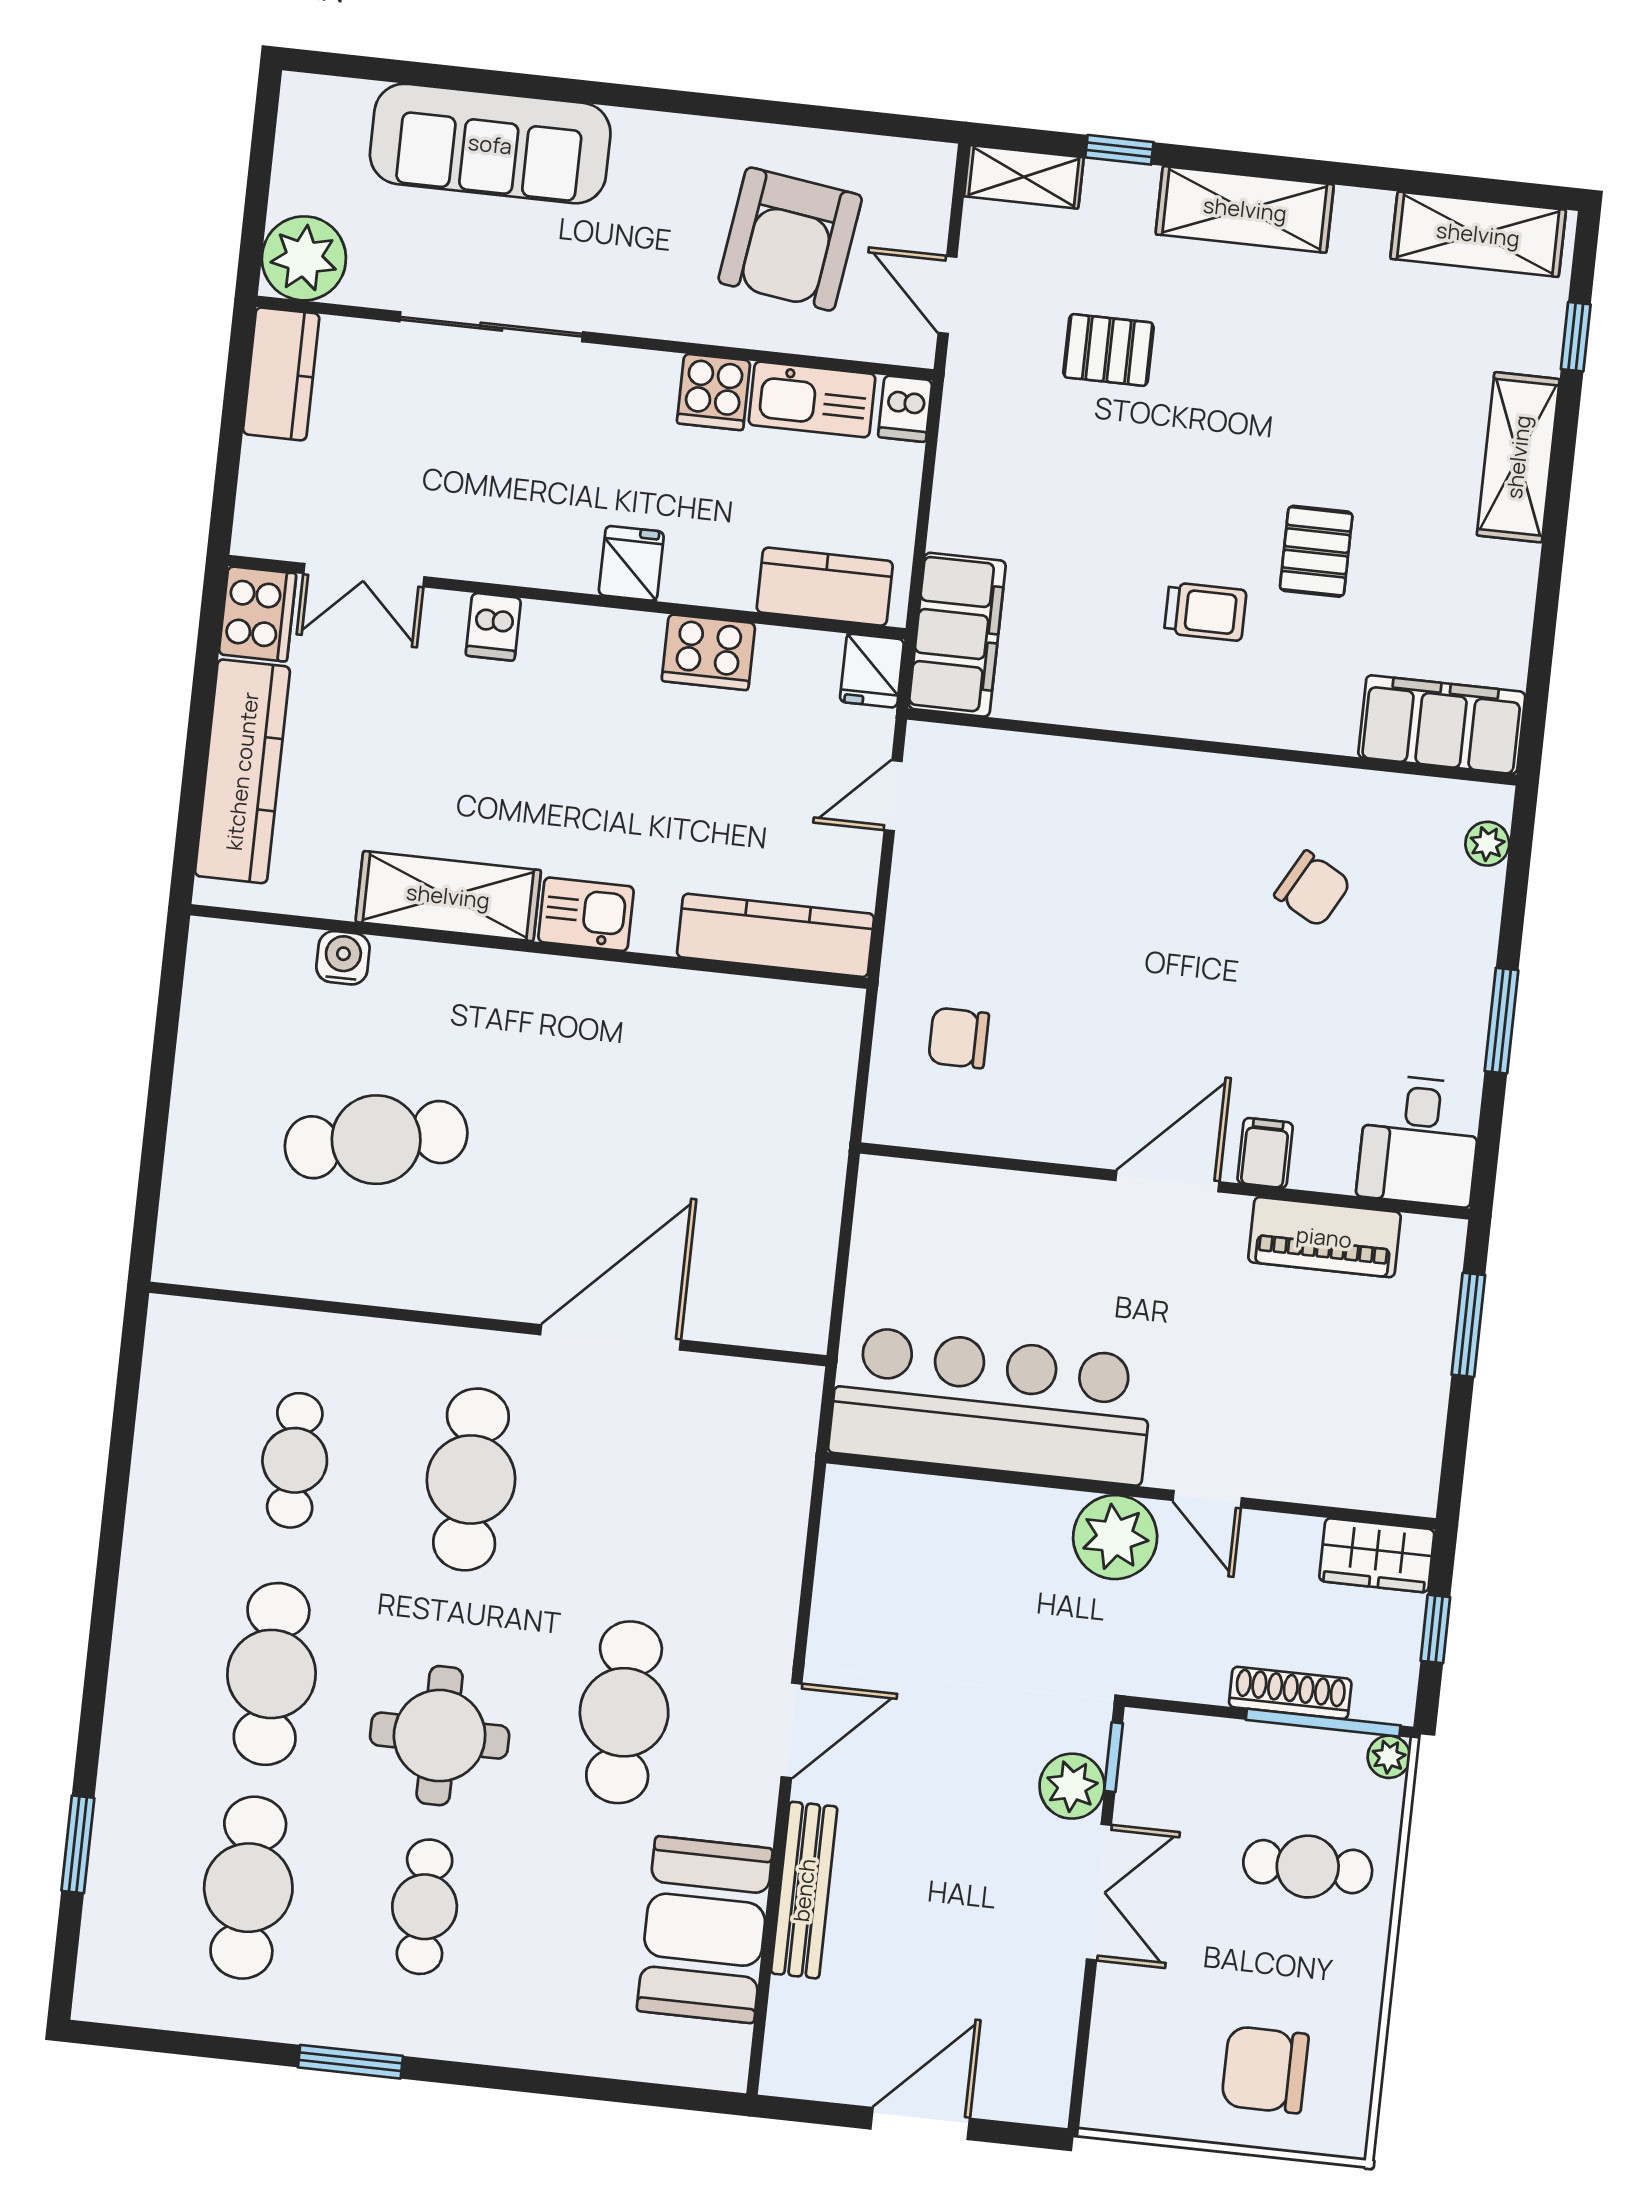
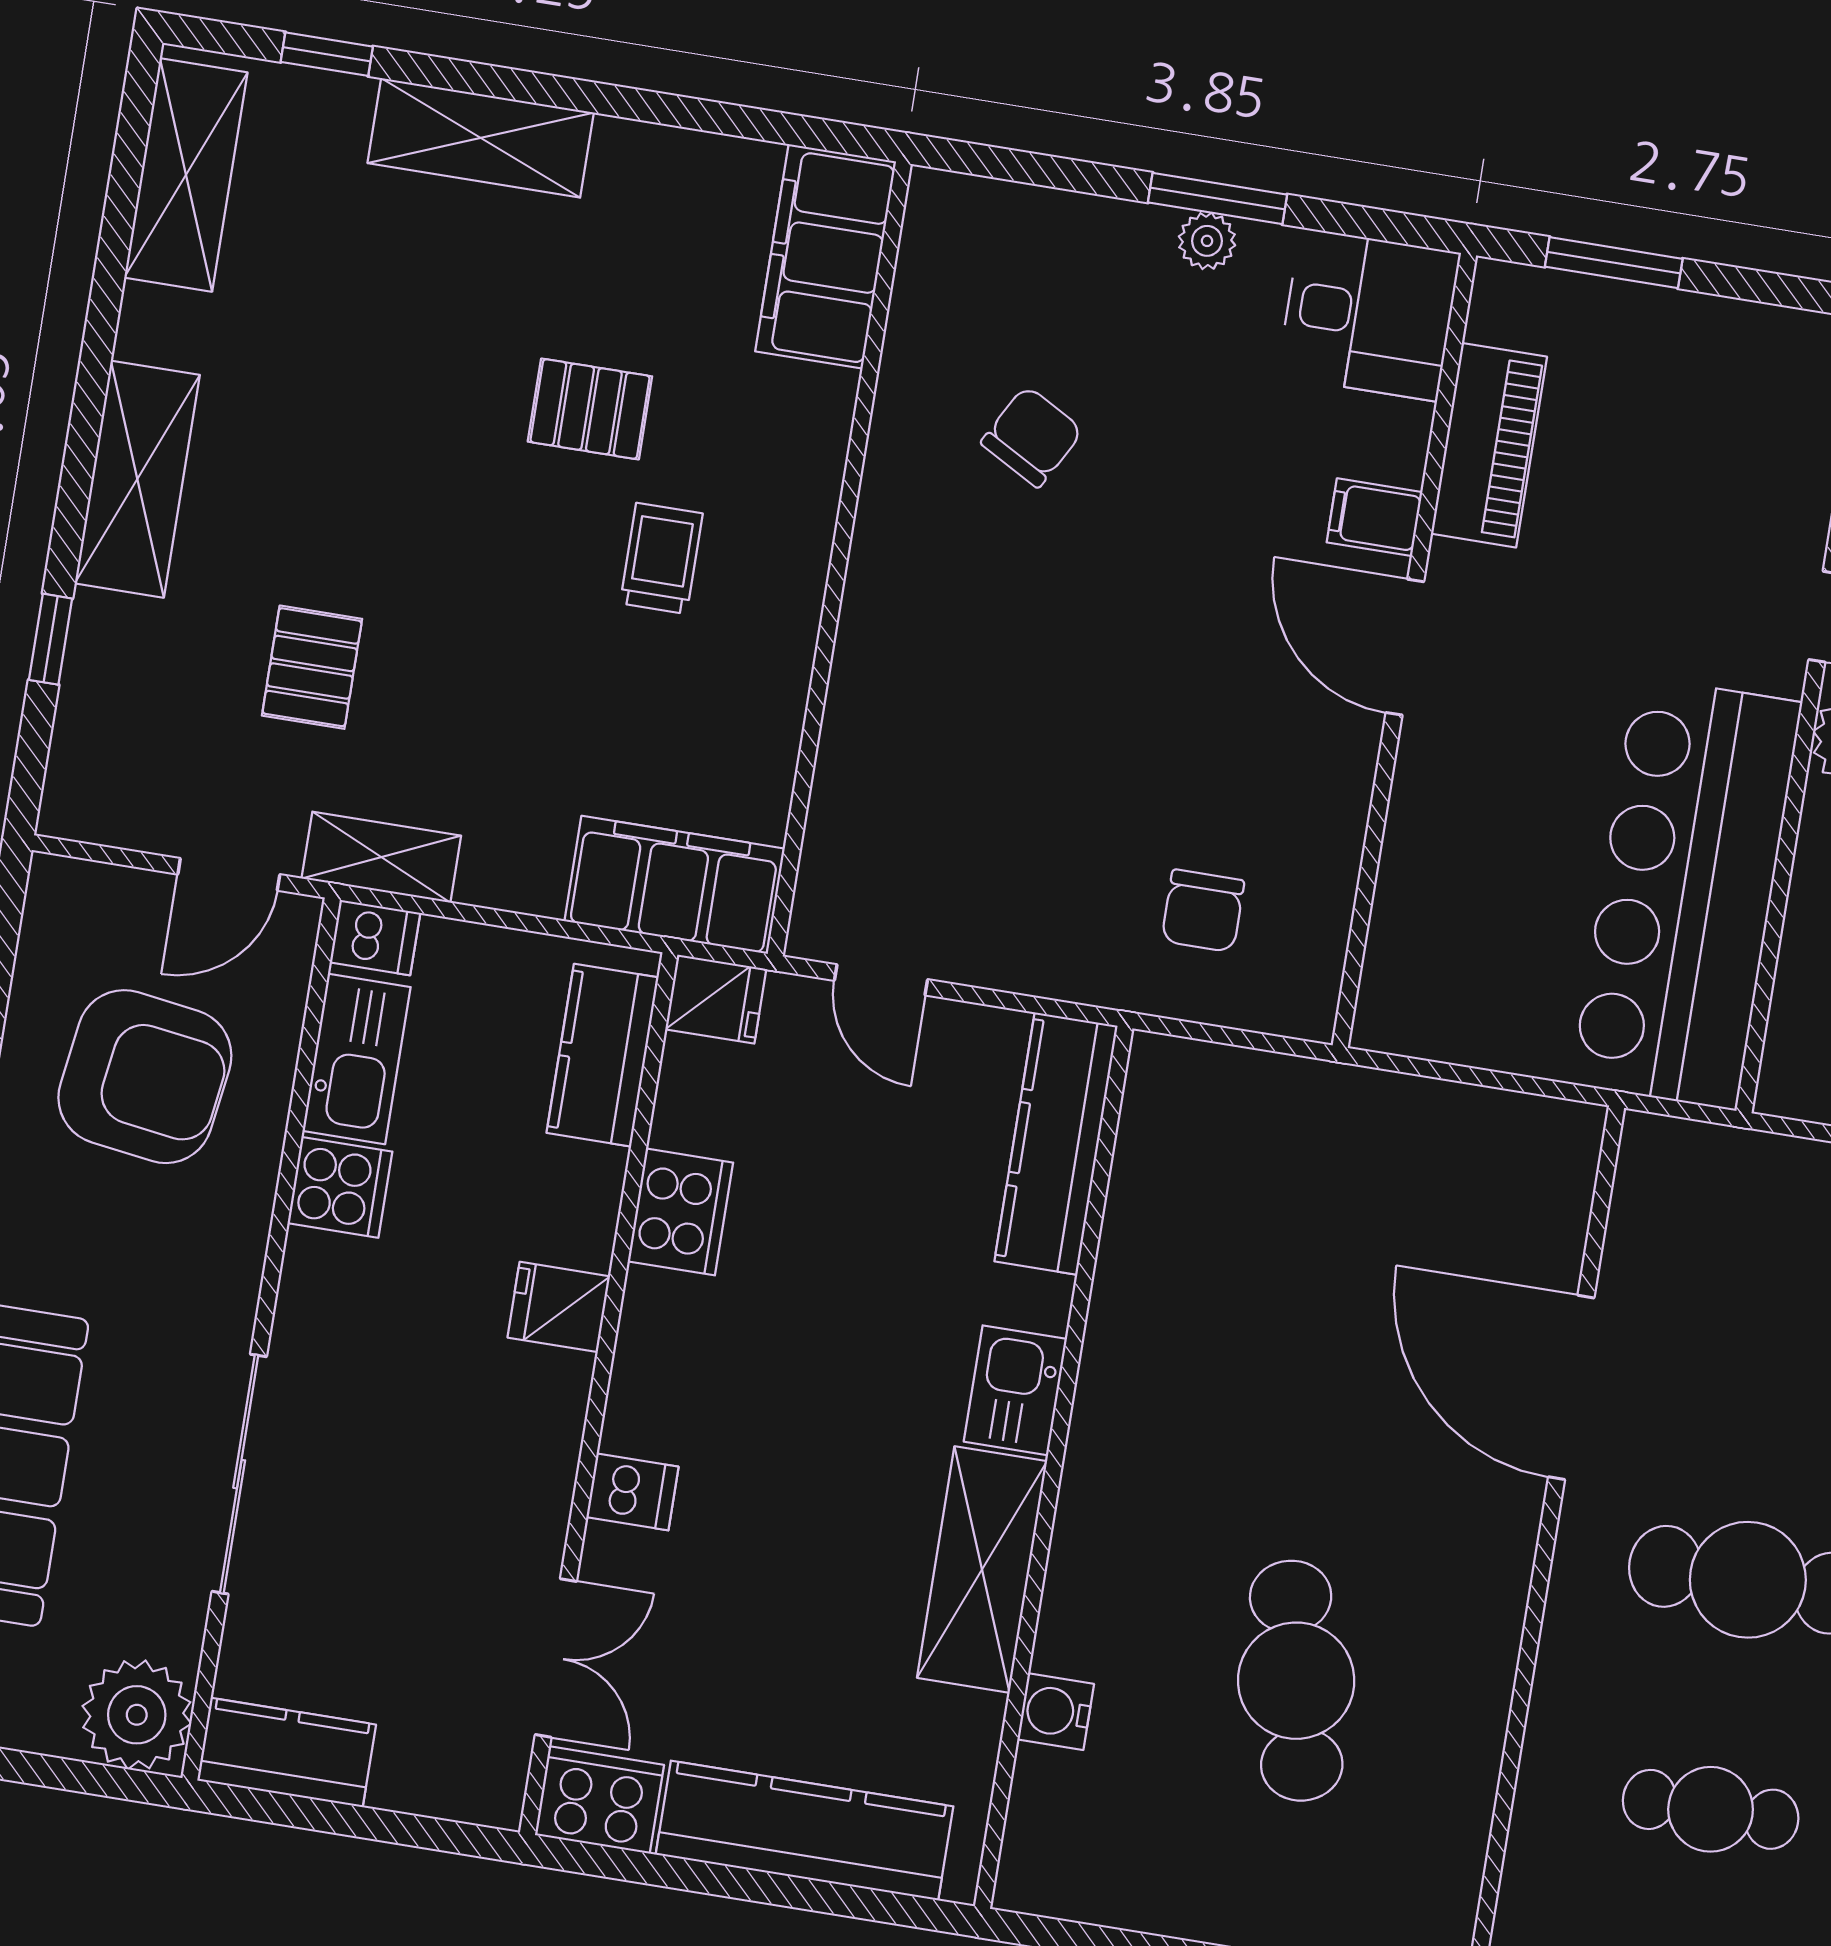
shelving: (1024, 177) -> (381, 857), moved, turned 90
plant: (1487, 844) -> (1207, 241), moved

